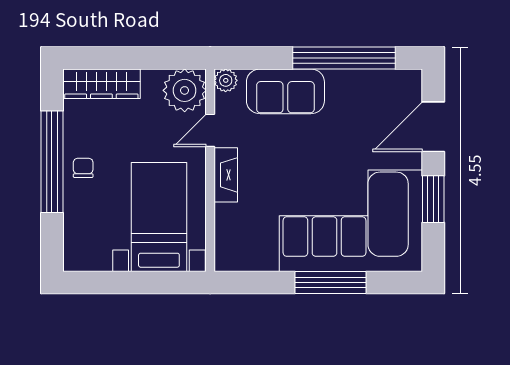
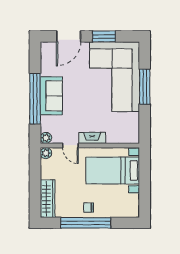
window: (344, 58) -> (35, 99), moved
plant: (185, 90) -> (46, 153), width x0.53, depth x0.53
sofa: (285, 91) -> (51, 96), moved
door: (433, 127) -> (69, 36), hinge flipped

